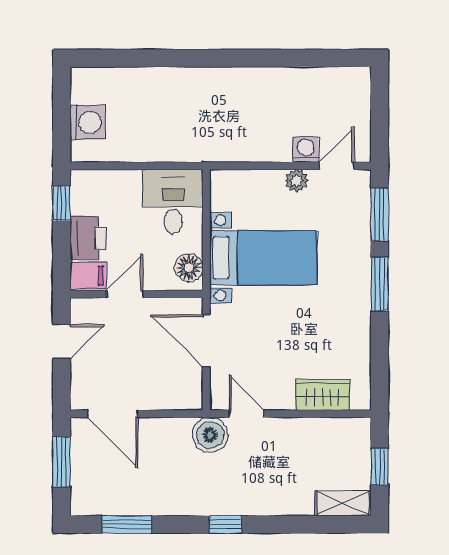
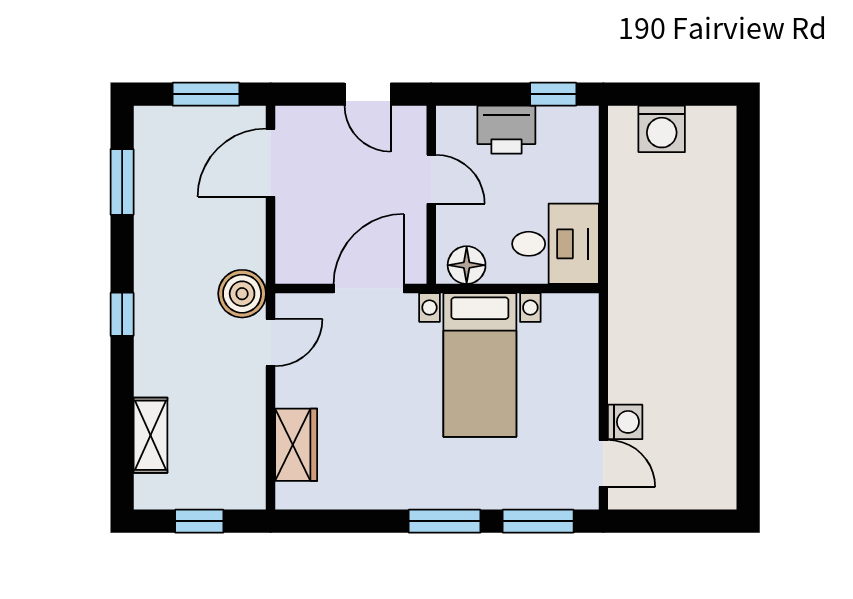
plant: (297, 181) -> (584, 410), removed
filing cabinet: (88, 276) -> (456, 130), removed
shelving: (343, 503) -> (150, 435), moved

